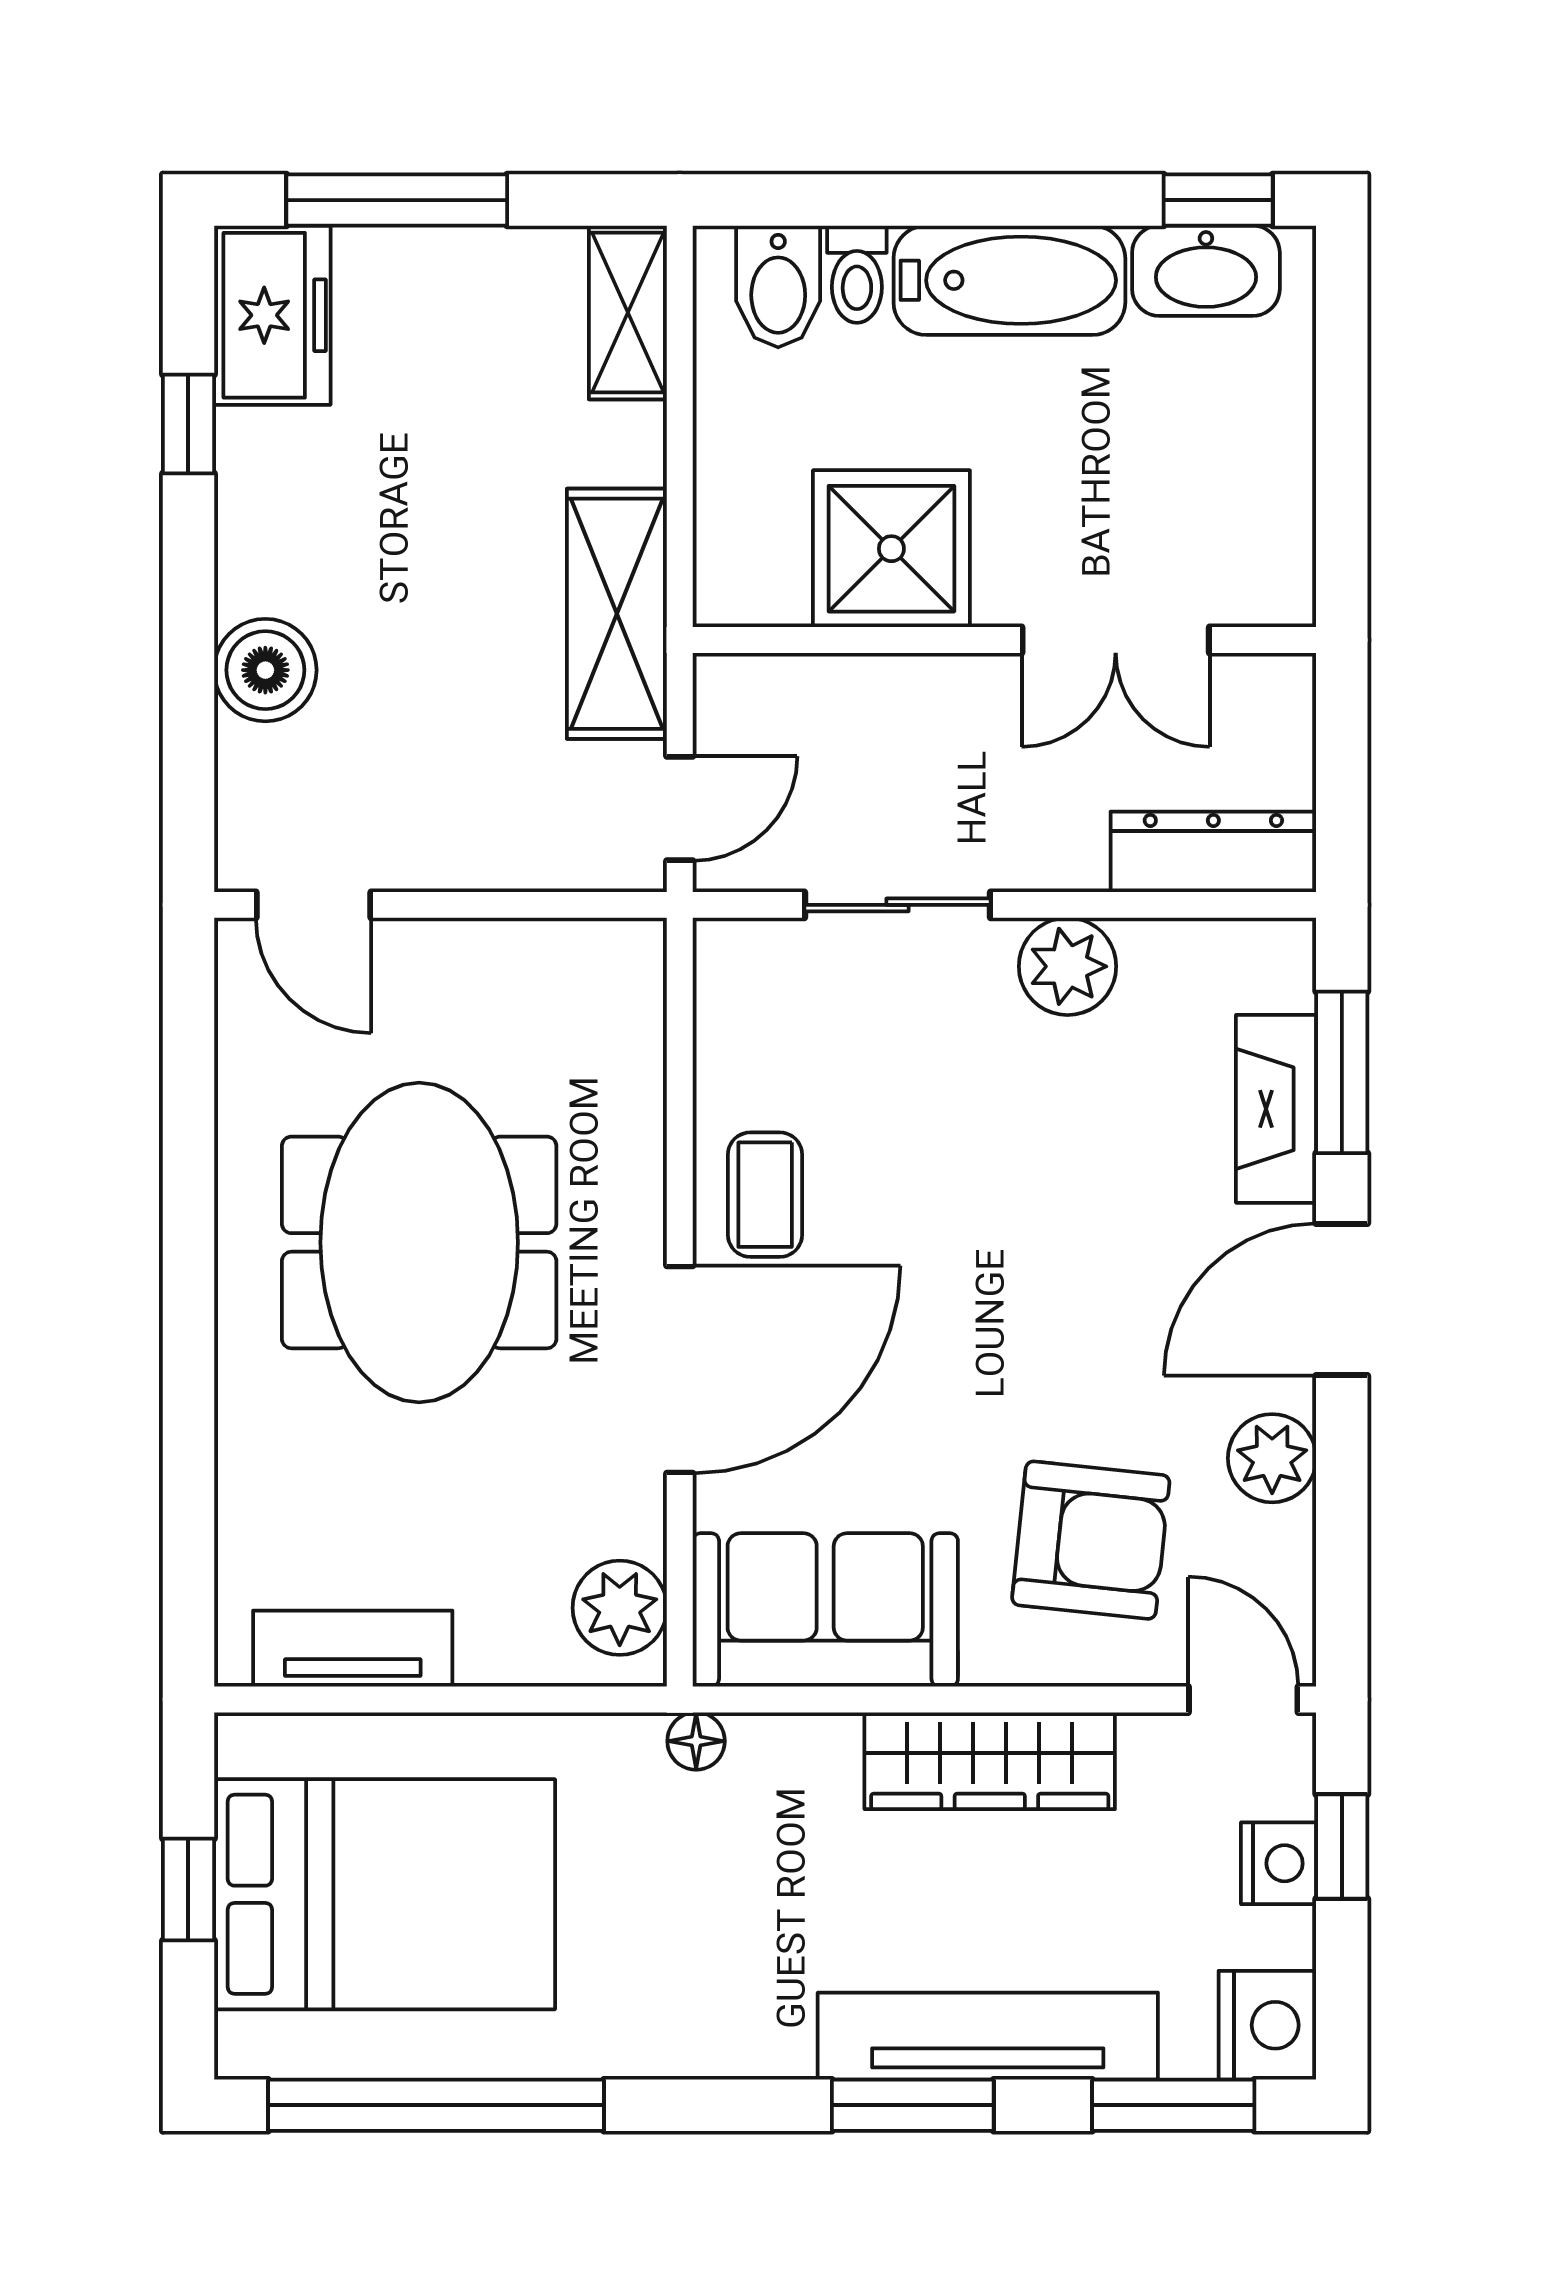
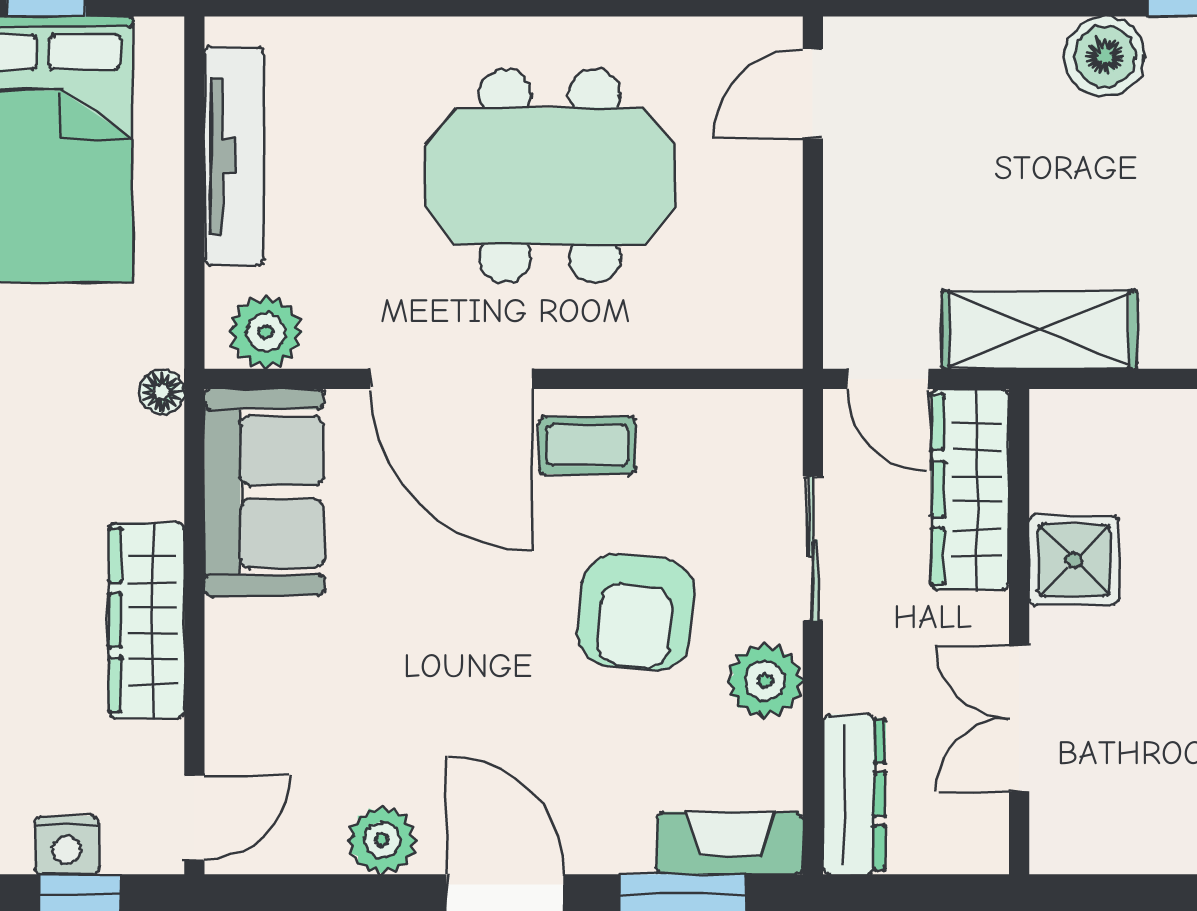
shower: (891, 549) -> (1074, 560), width x0.73, depth x0.73
boiler: (265, 670) -> (1105, 56), moved
wardrobe: (822, 703) -> (970, 489), added
fireplace: (1276, 1109) -> (730, 843), moved
armchair: (1091, 1540) -> (636, 612), moved
tv unit: (353, 1649) -> (234, 156), width x1.41

